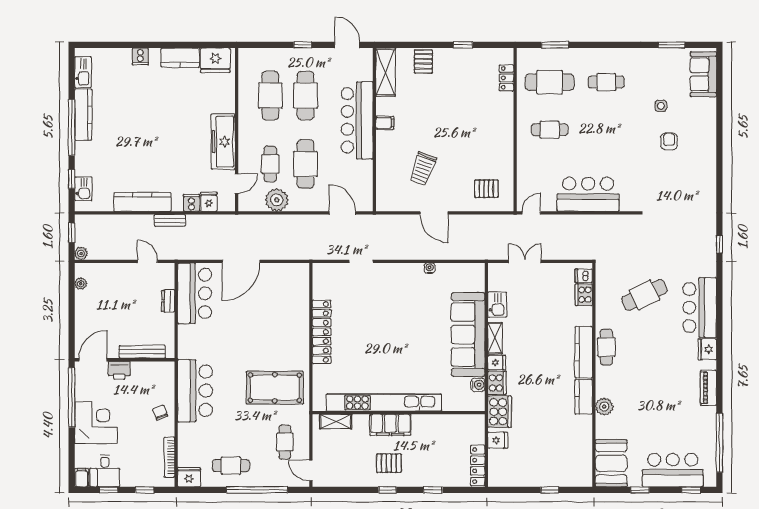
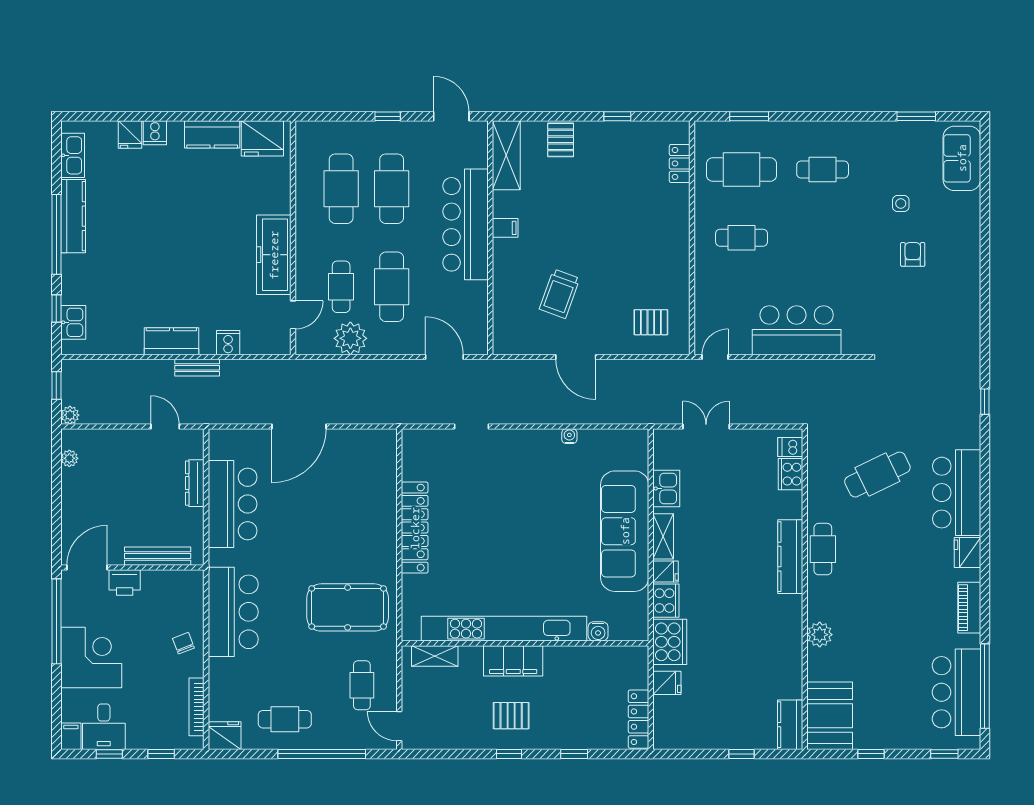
kitchen counter: (142, 202) -> (171, 341), width x0.67
fridge: (209, 202) -> (130, 134), moved, turned 180
bar counter: (195, 293) -> (233, 504), moved
dresser: (168, 301) -> (195, 483), width x1.44
water cooler: (478, 385) -> (598, 631), moved, turned 90
kitchen counter: (584, 397) -> (790, 725), moved
bar counter: (673, 470) -> (956, 692), moved, turned -90

